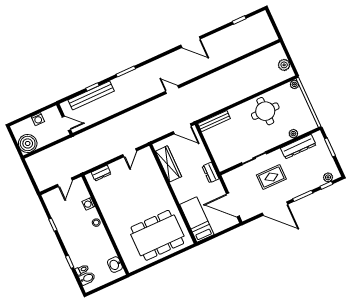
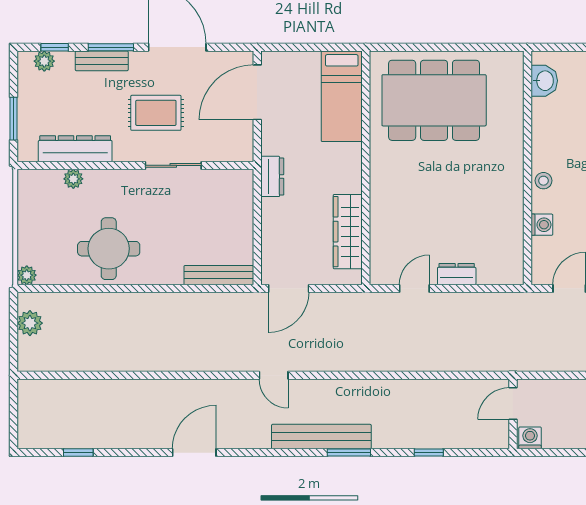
door: (191, 42) -> (194, 453), hinge flipped
bench: (91, 95) -> (321, 437), moved
washing machine: (38, 119) -> (530, 438), moved
door: (66, 123) -> (513, 404), hinge flipped
door: (182, 129) -> (289, 288), swing flipped
dresser: (101, 173) -> (457, 274), moved
bench: (304, 188) -> (102, 61), added
door: (233, 205) -> (257, 92), swing flipped

